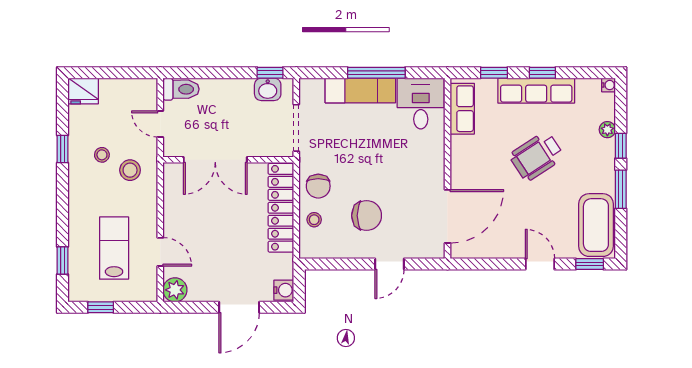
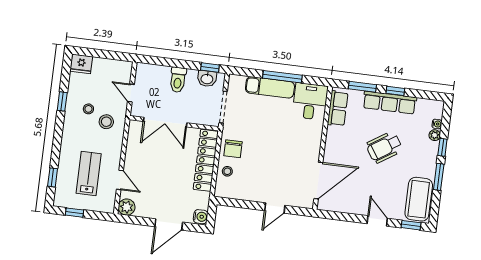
window: (494, 73) -> (362, 87), width x1.50
water cooler: (609, 85) -> (437, 124), moved
toilet: (181, 89) -> (178, 80), moved, turned 90
chair: (367, 216) -> (263, 173), removed

